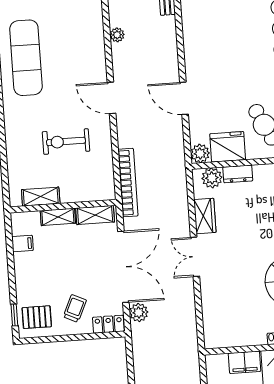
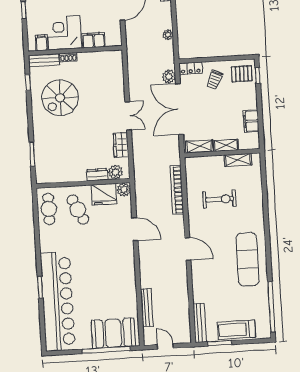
plant: (117, 35) -> (168, 35), moved
door: (111, 98) -> (188, 249), moved
bookcase: (128, 183) -> (177, 190), moved
filing cabinet: (22, 244) -> (251, 121), width x2.00

